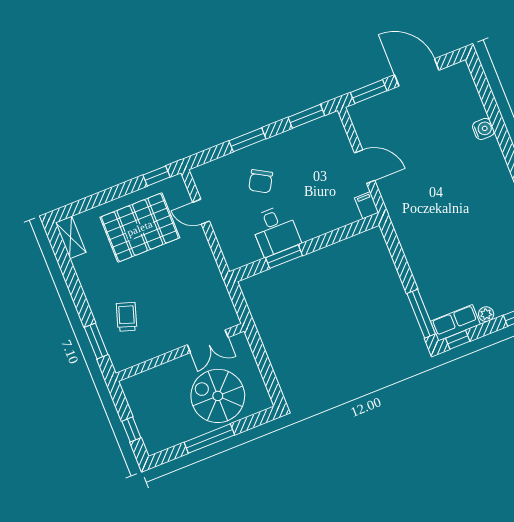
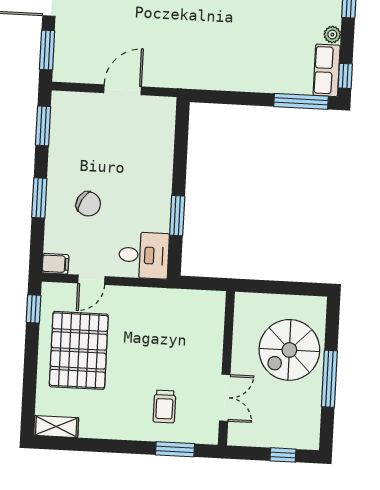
filing cabinet: (367, 205) -> (55, 264), moved, turned 180
desk: (275, 231) -> (144, 255), moved
trolley: (127, 317) -> (164, 406), turned -108
double door: (208, 341) -> (225, 398), moved

